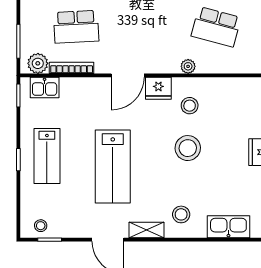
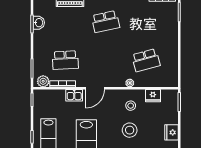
school desk: (216, 27) -> (146, 60), turned -30
kitchen sink: (45, 88) -> (74, 95), moved
fridge: (158, 88) -> (153, 96), moved

